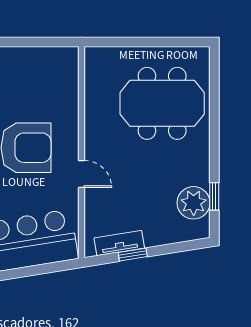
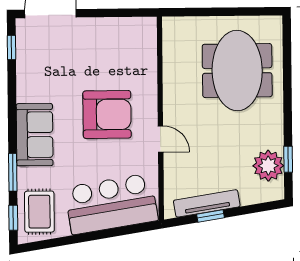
meeting table: (162, 103) -> (237, 71), turned 90
tv unit: (119, 243) -> (207, 203), width x1.41

